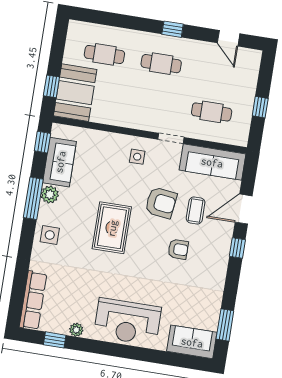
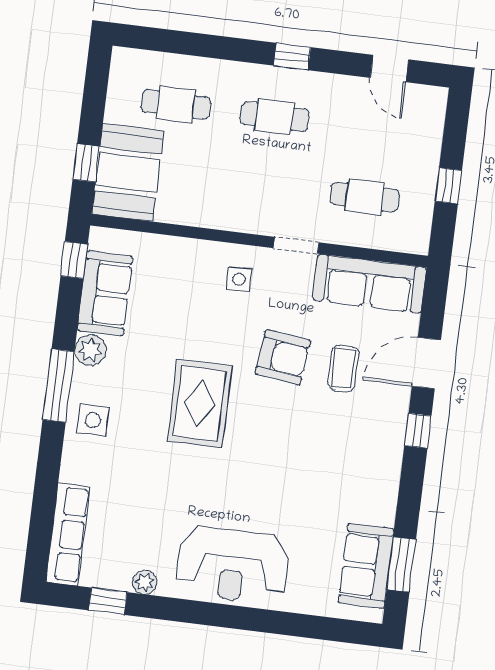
window: (33, 198) -> (59, 386), moved
armchair: (178, 249) -> (316, 437), removed
sofa: (192, 342) -> (366, 566), moved, turned -90

